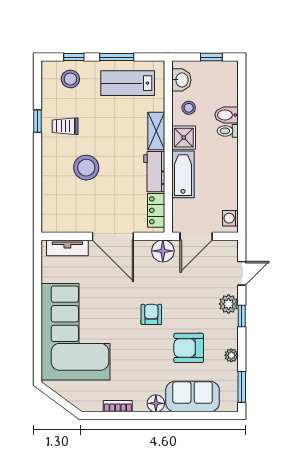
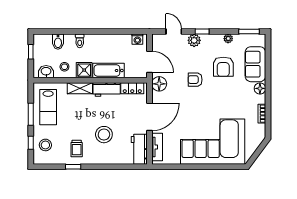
bidet: (227, 115) -> (58, 42), moved
workbench: (64, 221) -> (139, 149), added
armchair: (151, 314) -> (195, 80), moved

